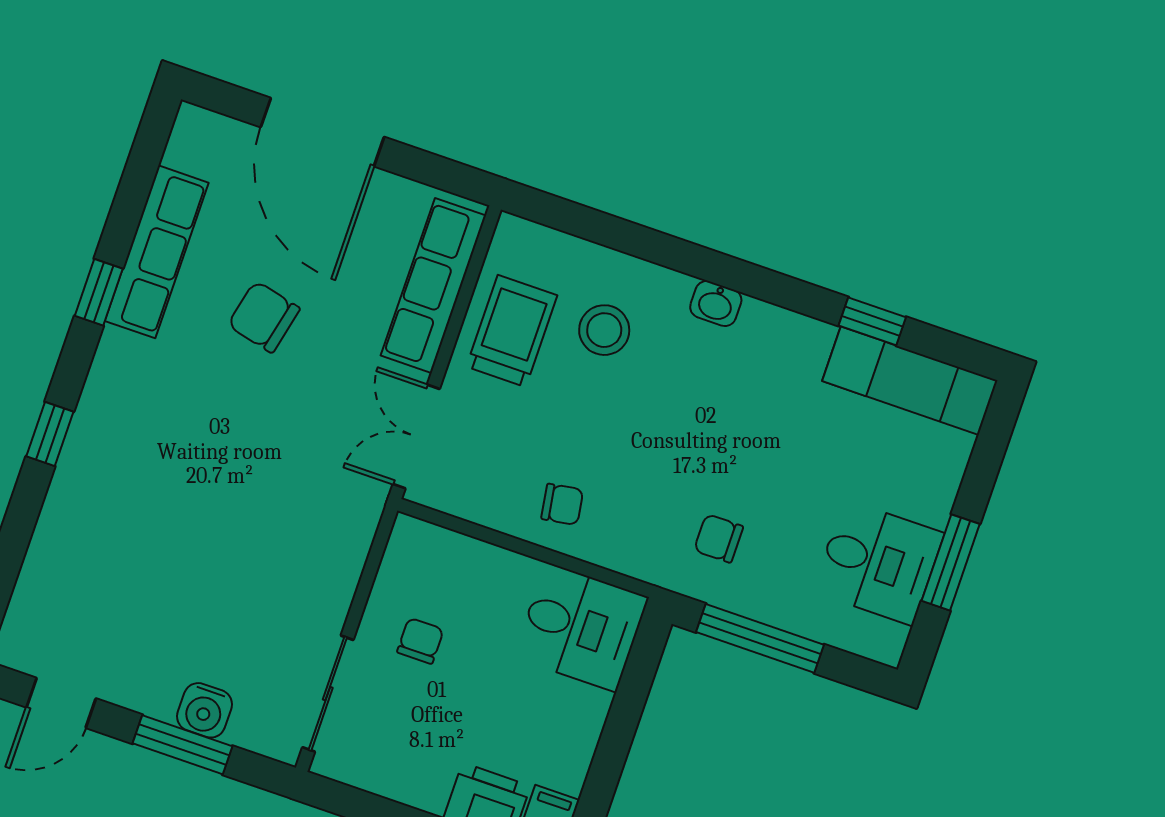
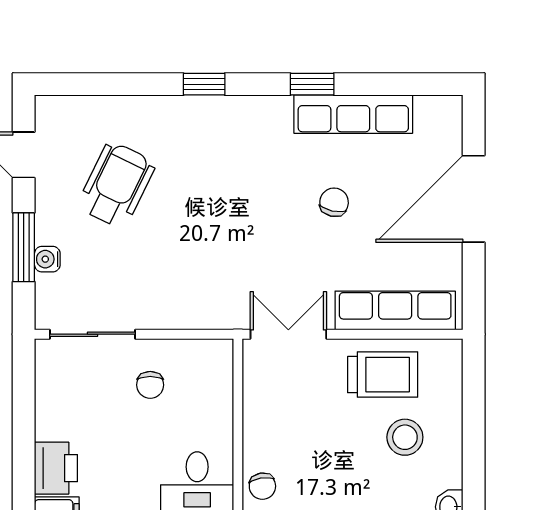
chair: (264, 317) -> (334, 202), width x0.73, depth x0.73
chair: (562, 504) -> (262, 486), moved
wheelchair: (143, 595) -> (116, 185), added
chair: (420, 641) -> (150, 385), turned 90
water cooler: (205, 710) -> (47, 259), width x0.72, depth x0.72

